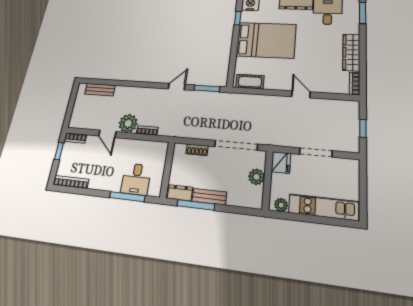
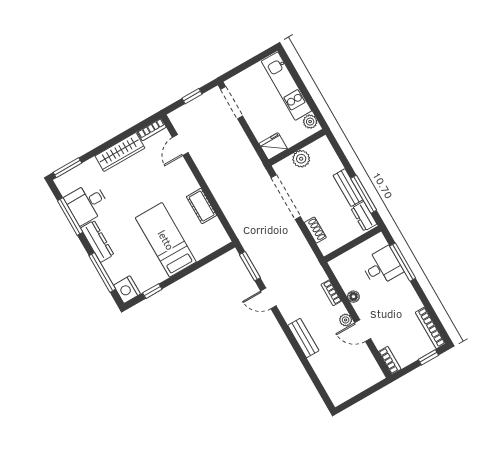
bed: (266, 40) -> (166, 240), width x0.67
cot: (250, 82) -> (202, 206), moved
bench: (100, 90) -> (303, 338), moved
door: (301, 94) -> (180, 145), moved
plant: (128, 123) -> (346, 320), width x0.53, depth x0.53
door: (107, 134) -> (363, 331), swing flipped
floor lamp: (133, 144) -> (353, 297), added
window: (59, 151) -> (428, 357), moved
doorway: (316, 152) -> (232, 103), moved

